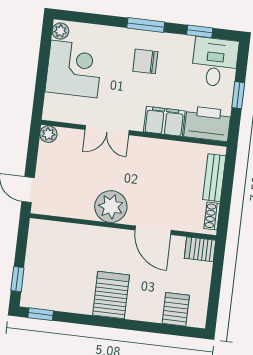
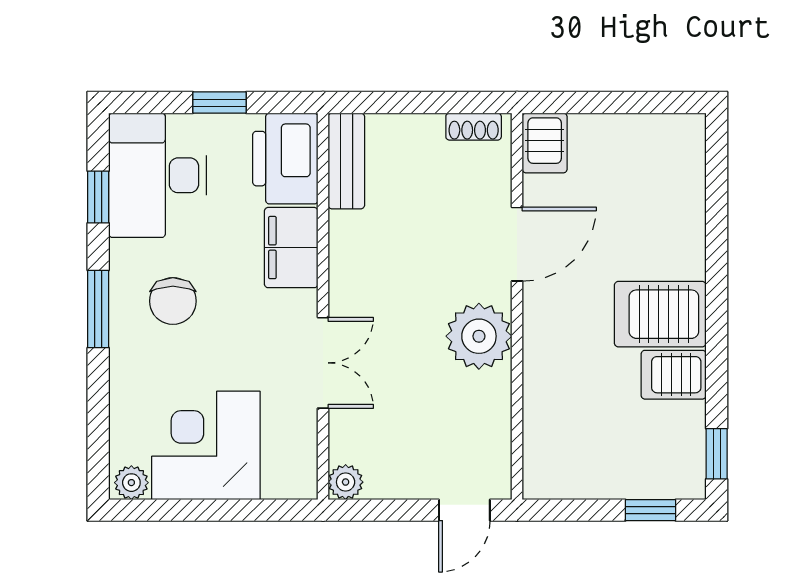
desk: (215, 62) -> (158, 175), width x1.37
bench: (214, 178) -> (346, 161), moved, turned 90
server rack: (176, 309) -> (674, 375), moved

